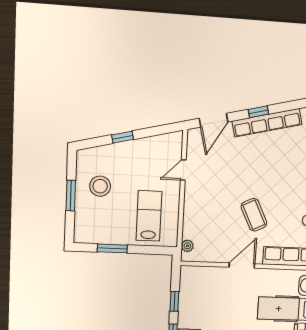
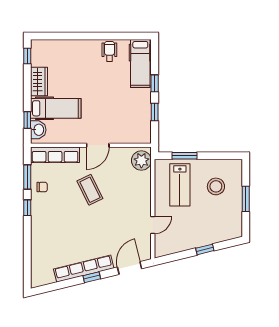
stool: (100, 186) -> (216, 186), moved
plant: (187, 246) -> (141, 161), width x1.88, depth x1.88
window: (112, 248) -> (185, 156), moved

